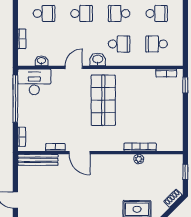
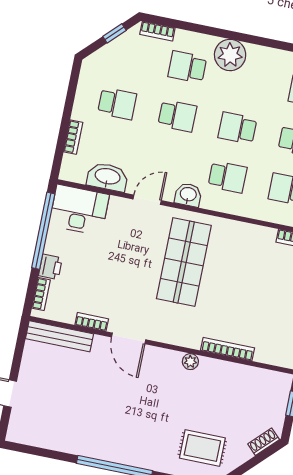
washbasin: (41, 61) -> (107, 177), width x1.91, depth x1.45
printer: (24, 119) -> (50, 267), added
plant: (139, 159) -> (190, 362), moved

